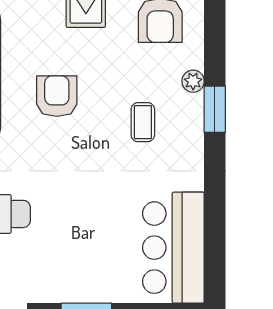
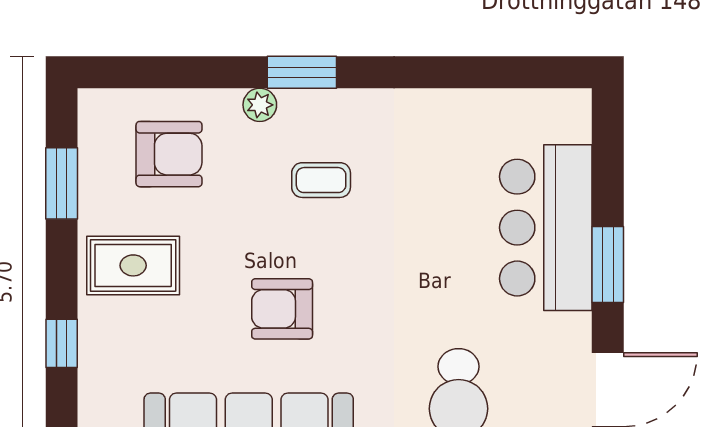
bar counter: (173, 248) -> (546, 228), moved, turned 90

